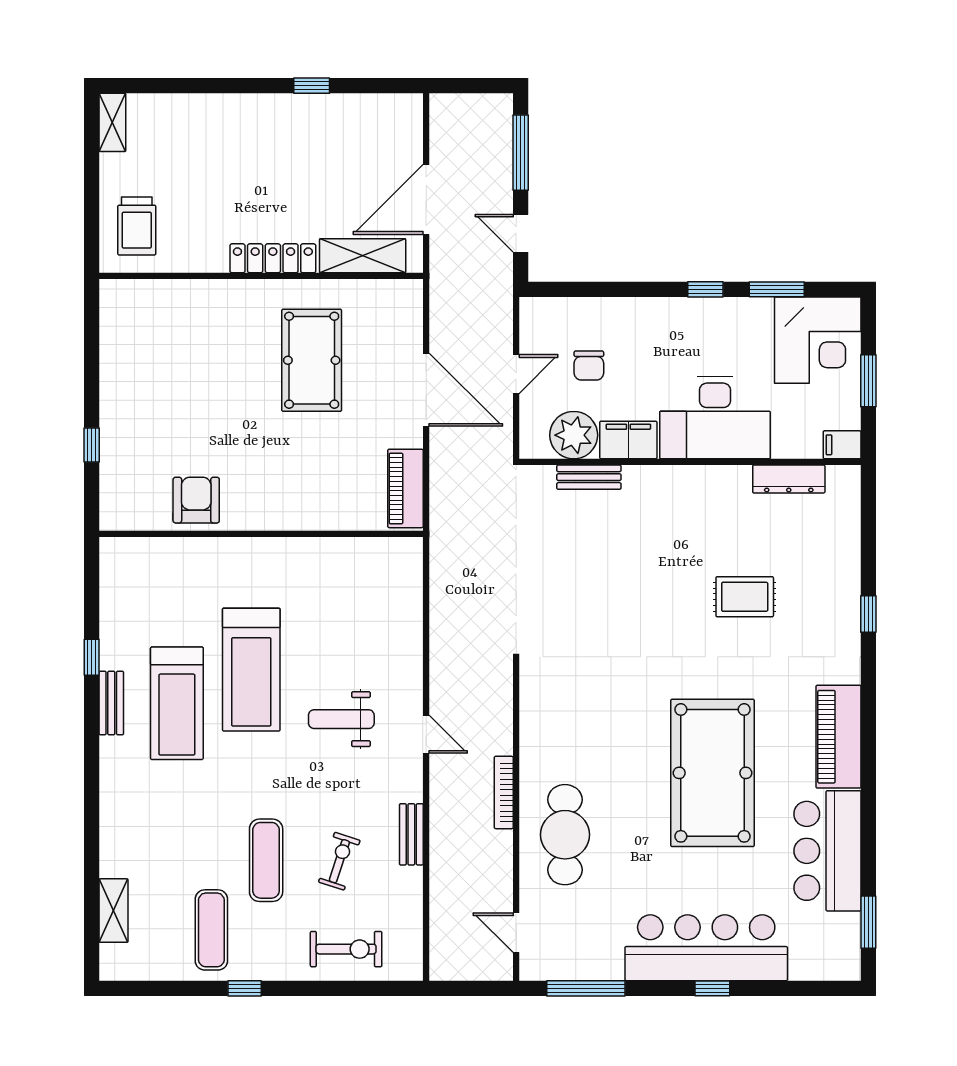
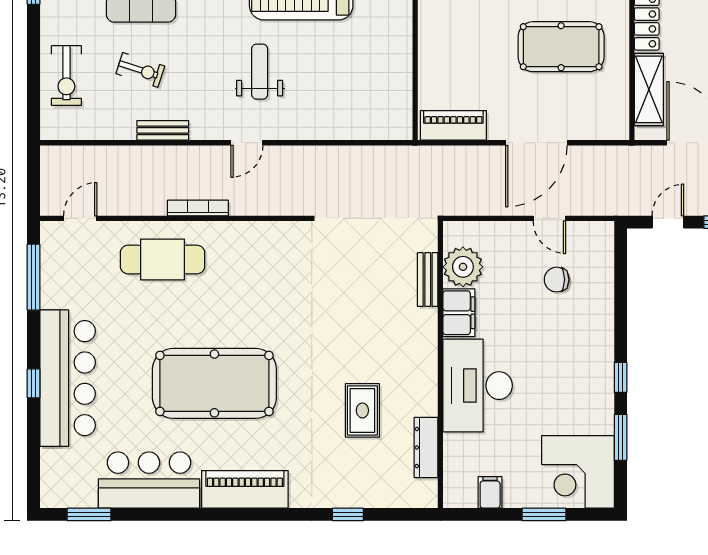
desk: (715, 418) -> (478, 386), moved
plant: (574, 435) -> (463, 267), moved
filing cabinet: (628, 440) -> (459, 313), moved
wall: (690, 462) -> (440, 365), moved
bench: (589, 477) -> (428, 280), moved
dresser: (789, 479) -> (426, 447), moved

